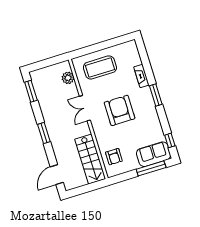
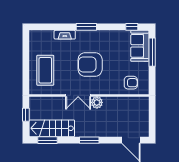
window: (50, 62) -> (26, 115), added
plant: (68, 78) -> (97, 102), moved
stairs: (90, 159) -> (52, 128), moved, turned 180

